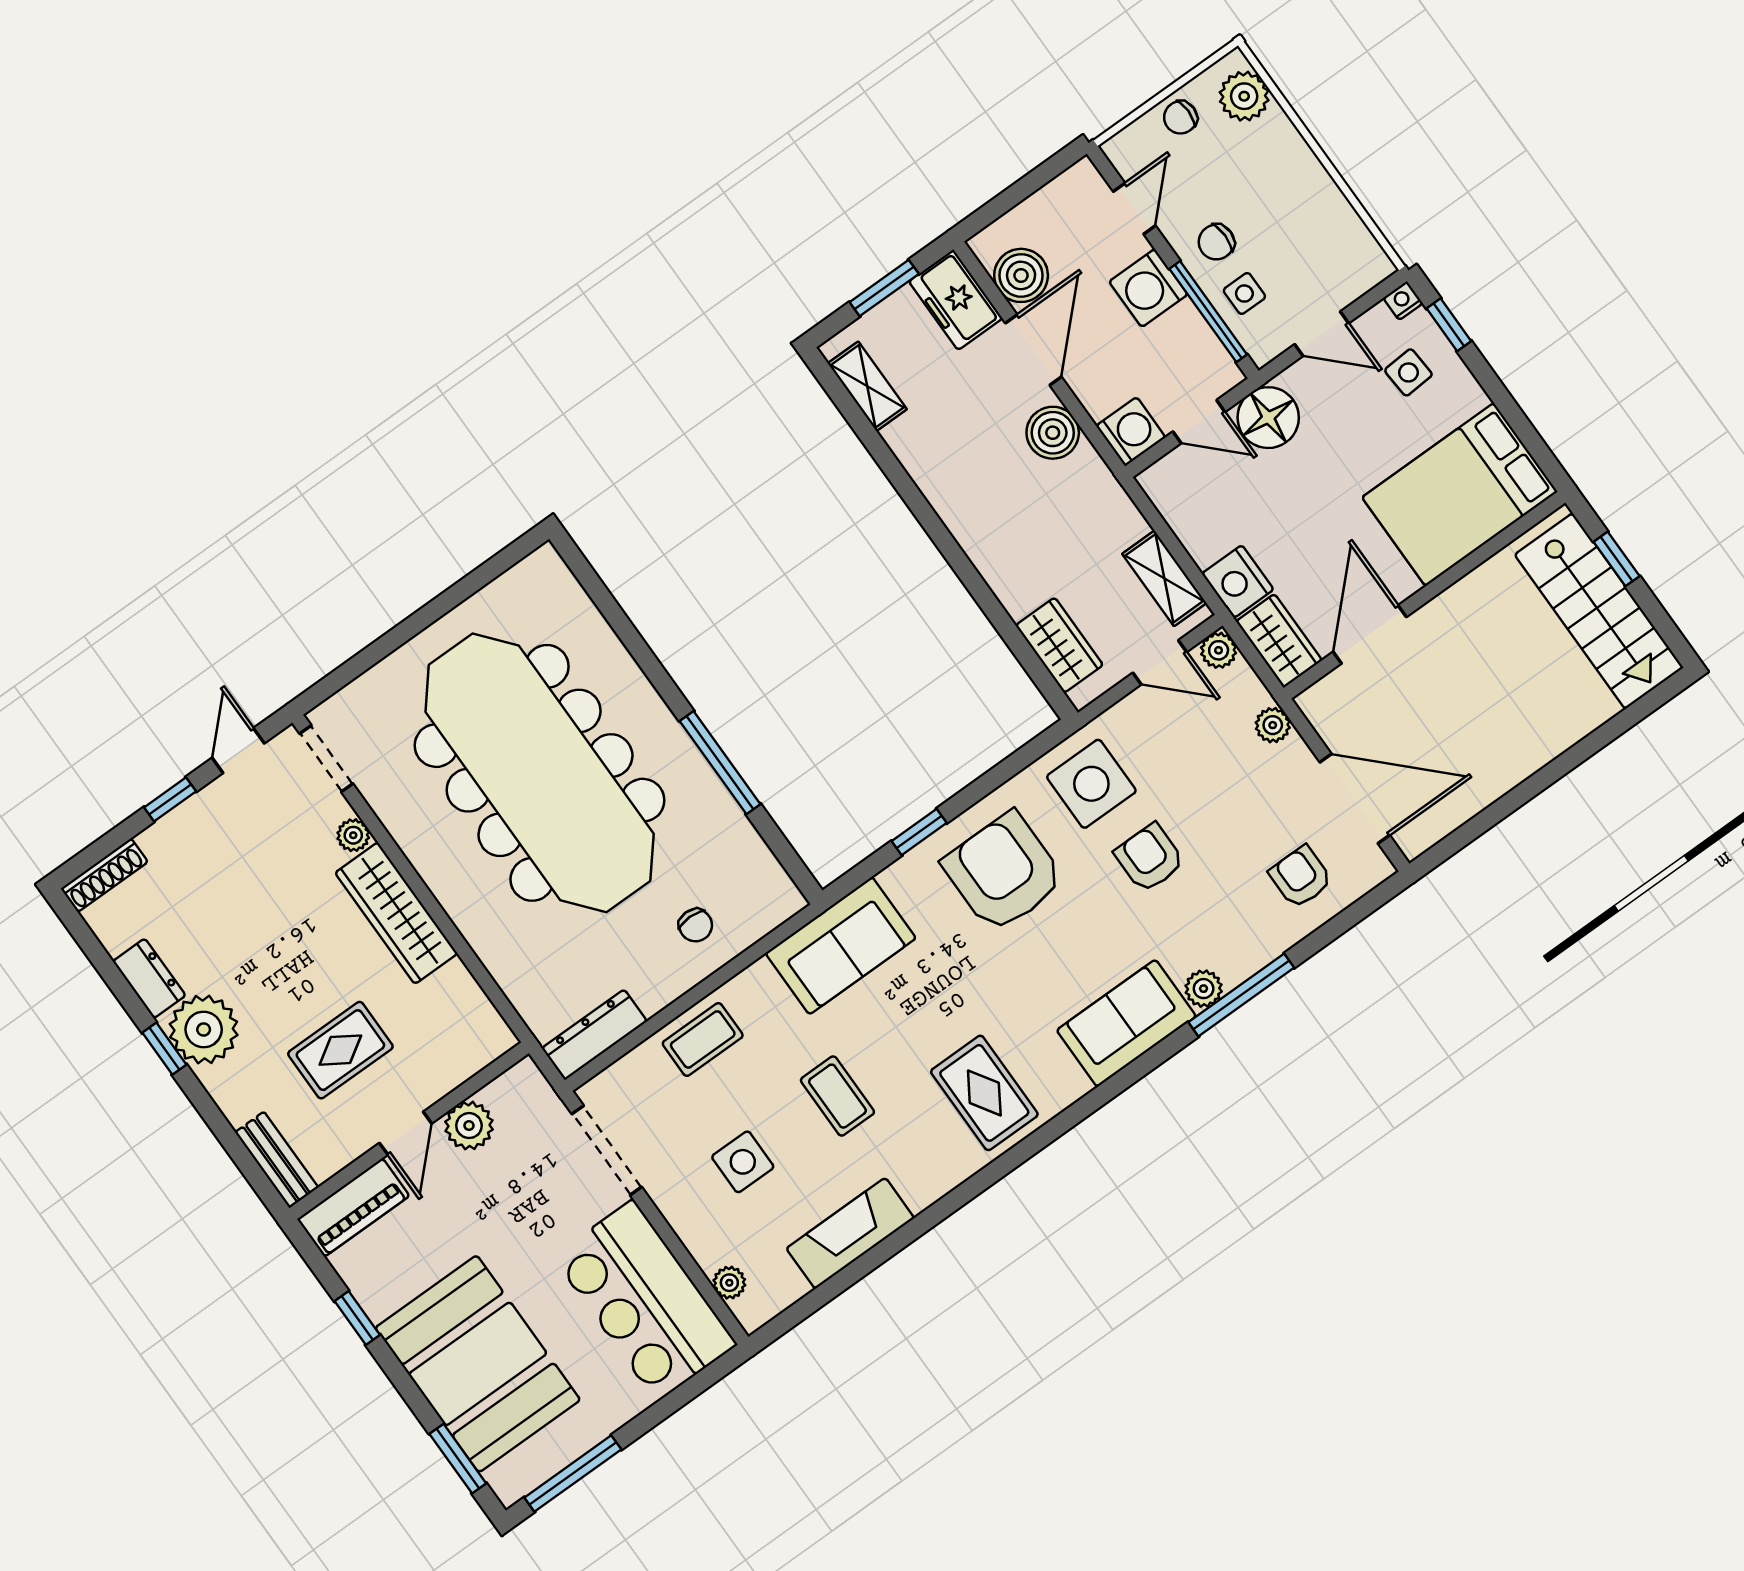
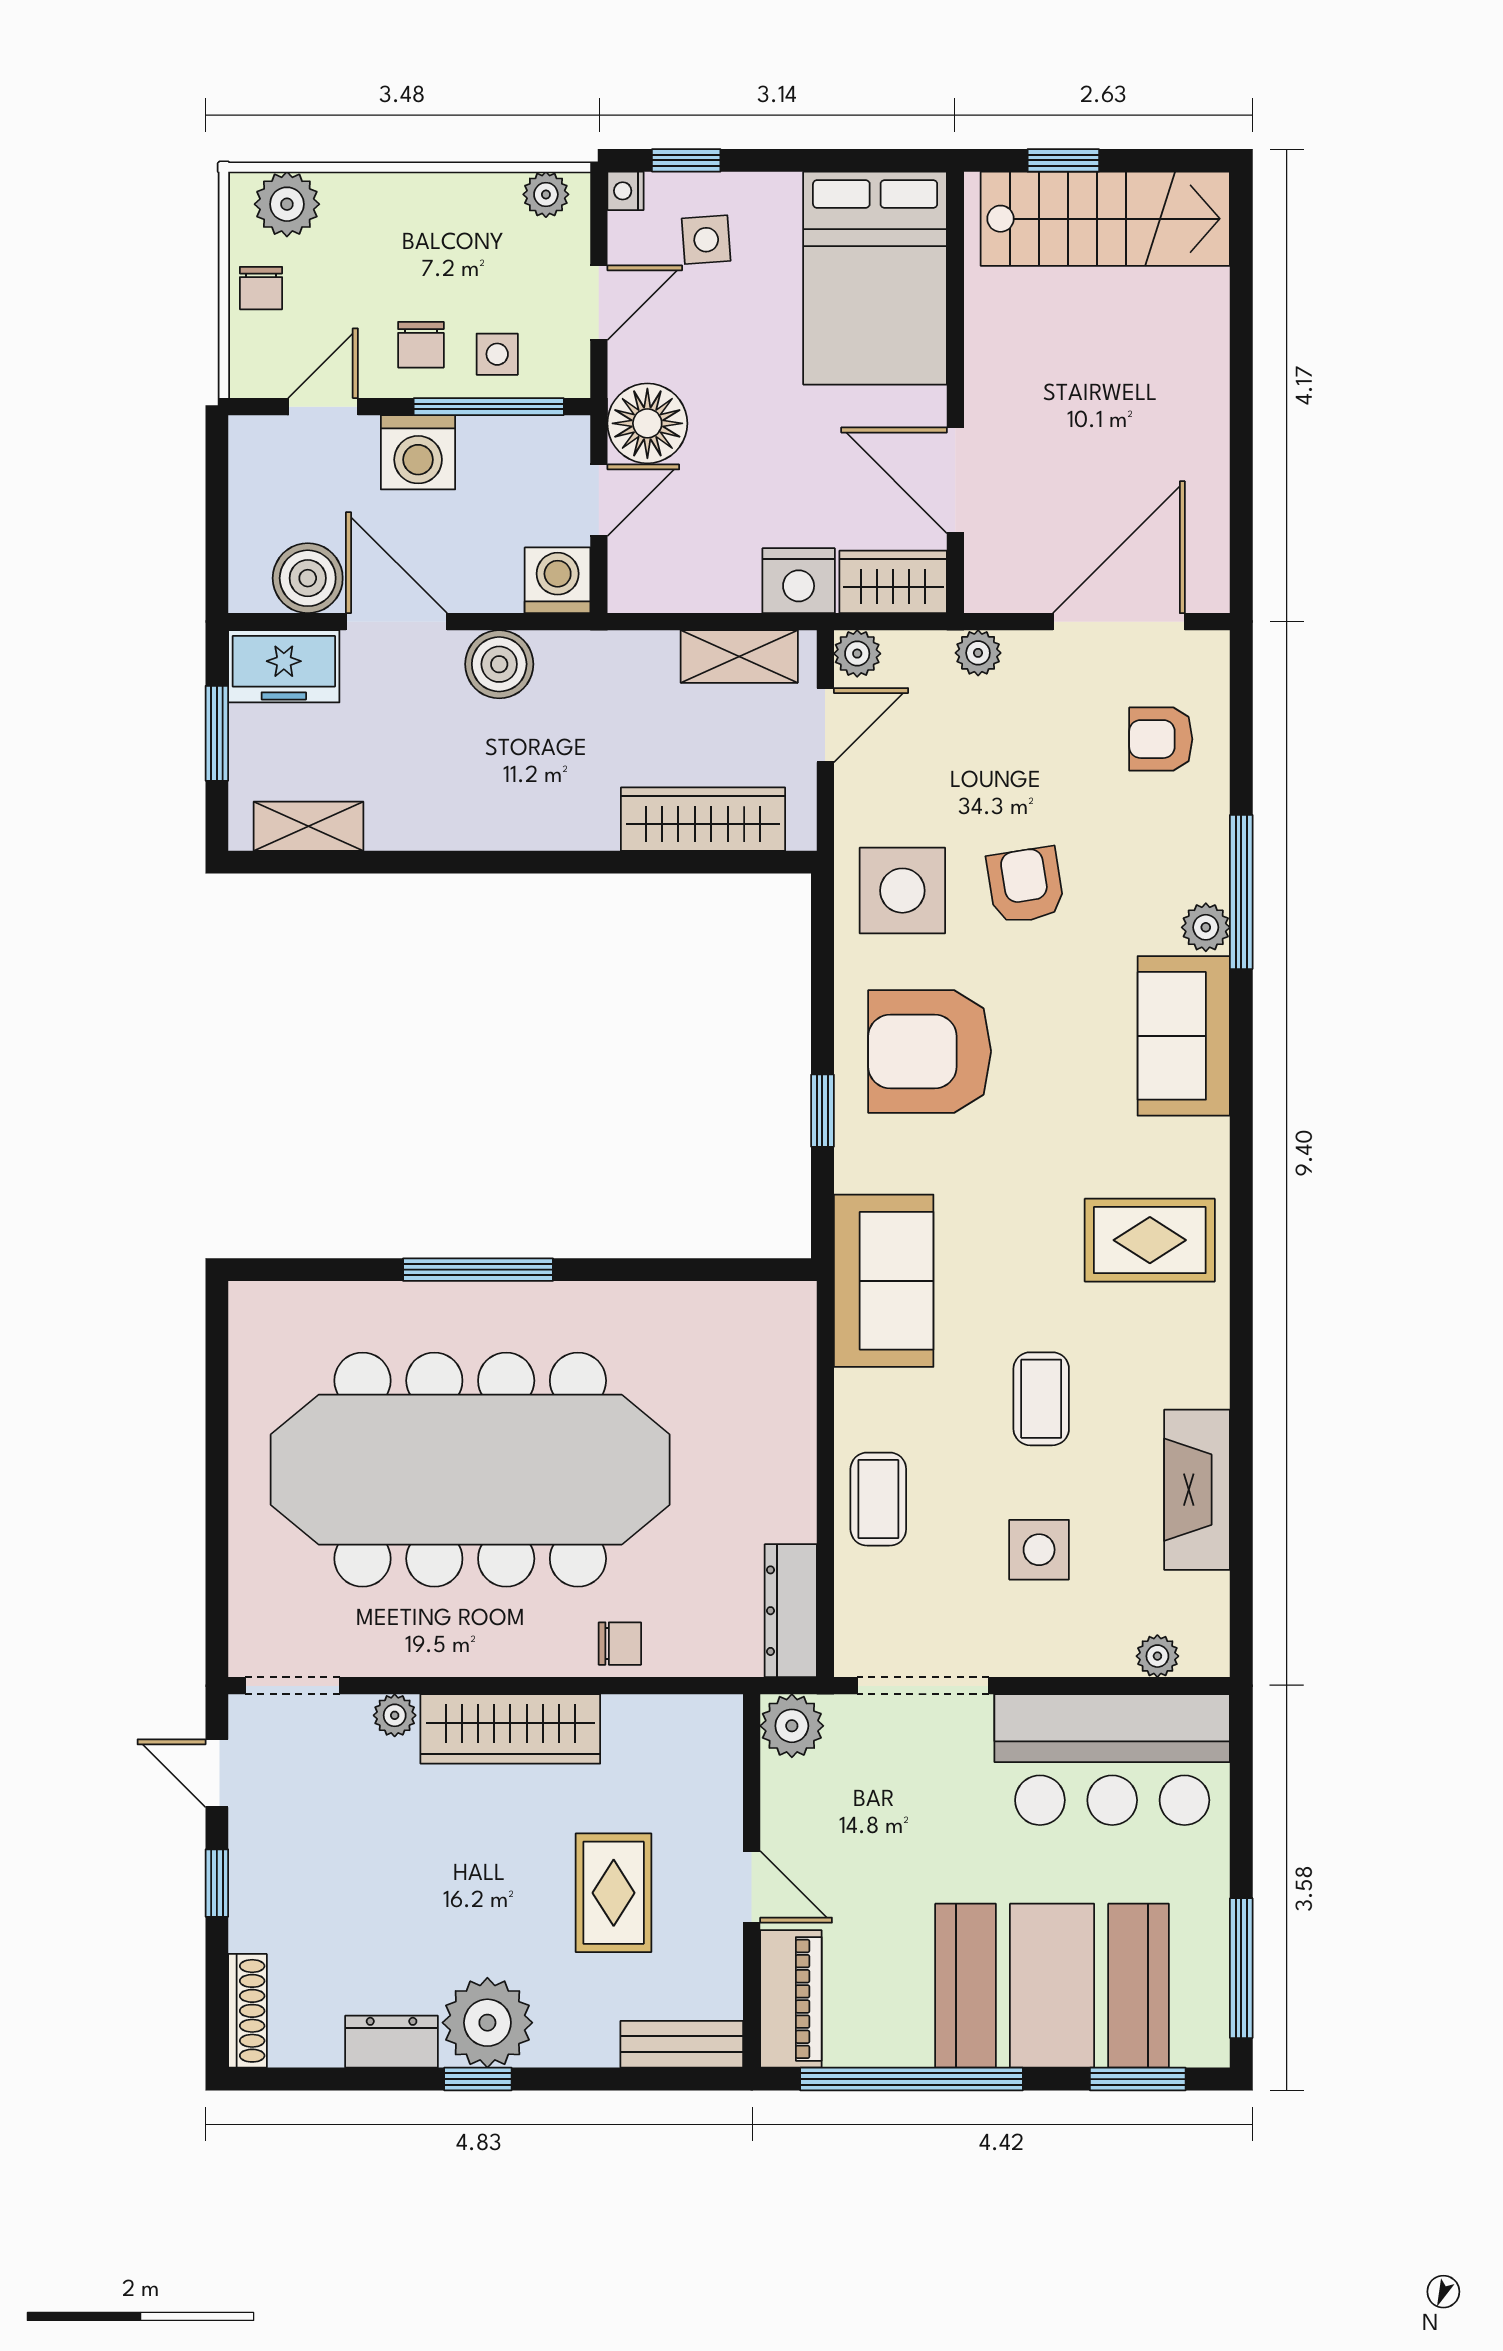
door: (1134, 209) -> (323, 407), hinge flipped
plant: (1365, 253) -> (546, 194), added
wardrobe: (1059, 645) -> (703, 819), width x1.50
window: (720, 763) -> (478, 1270), moved
armchair: (1149, 858) -> (1025, 885), turned 81
chair: (696, 925) -> (620, 1644), moved
coffee table: (837, 1096) -> (1041, 1399), turned 90
plant: (469, 1126) -> (792, 1726), moved
window: (357, 1318) -> (911, 2079), width x3.17

